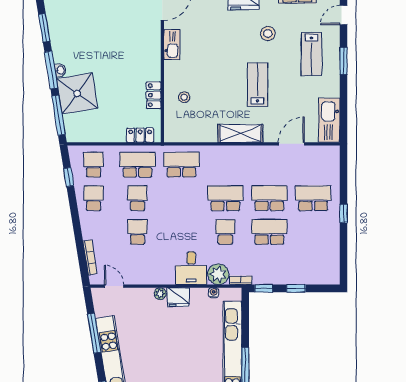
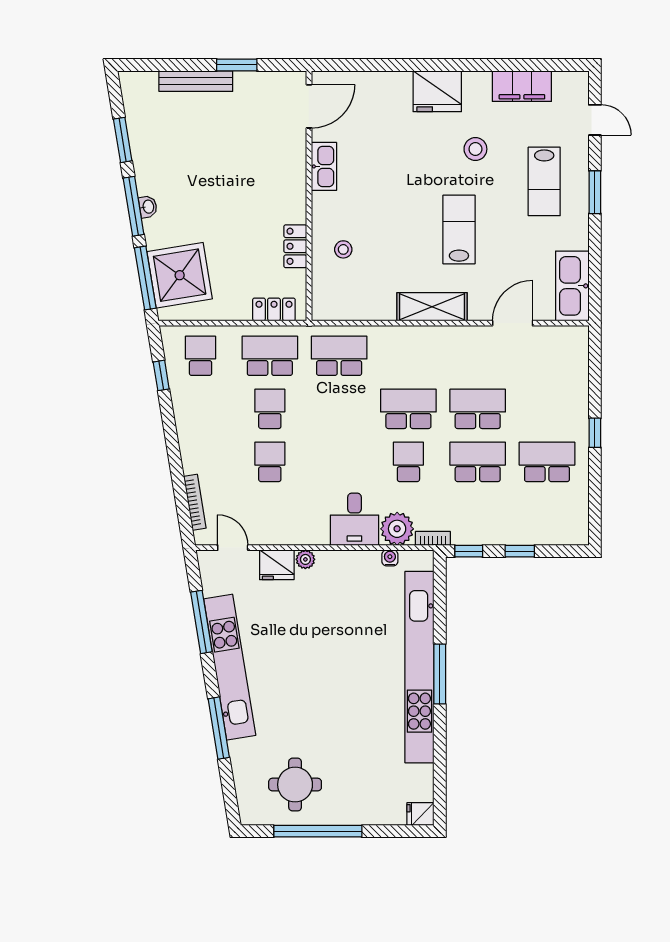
door: (344, 15) -> (595, 120), swing flipped
shower: (77, 94) -> (180, 275), moved
school desk: (94, 198) -> (201, 409), removed
school desk: (313, 198) -> (547, 462), moved
fridge: (178, 297) -> (277, 565), moved

